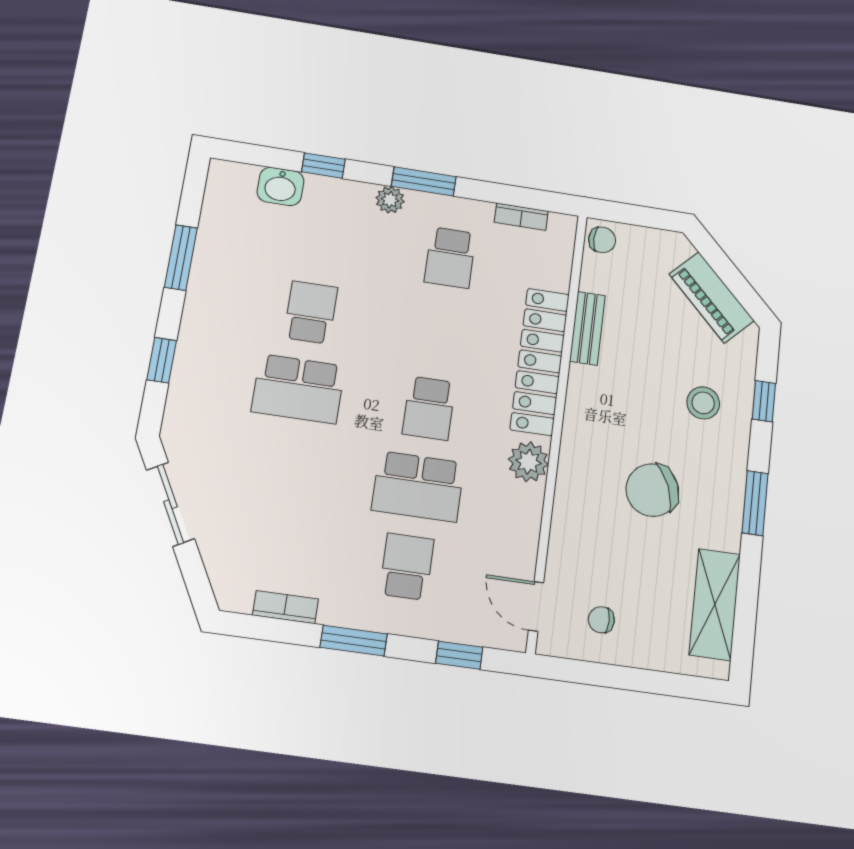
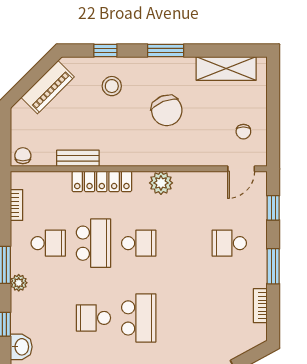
locker: (540, 361) -> (102, 181), width x0.71, depth x0.83
school desk: (418, 486) -> (93, 243), moved

